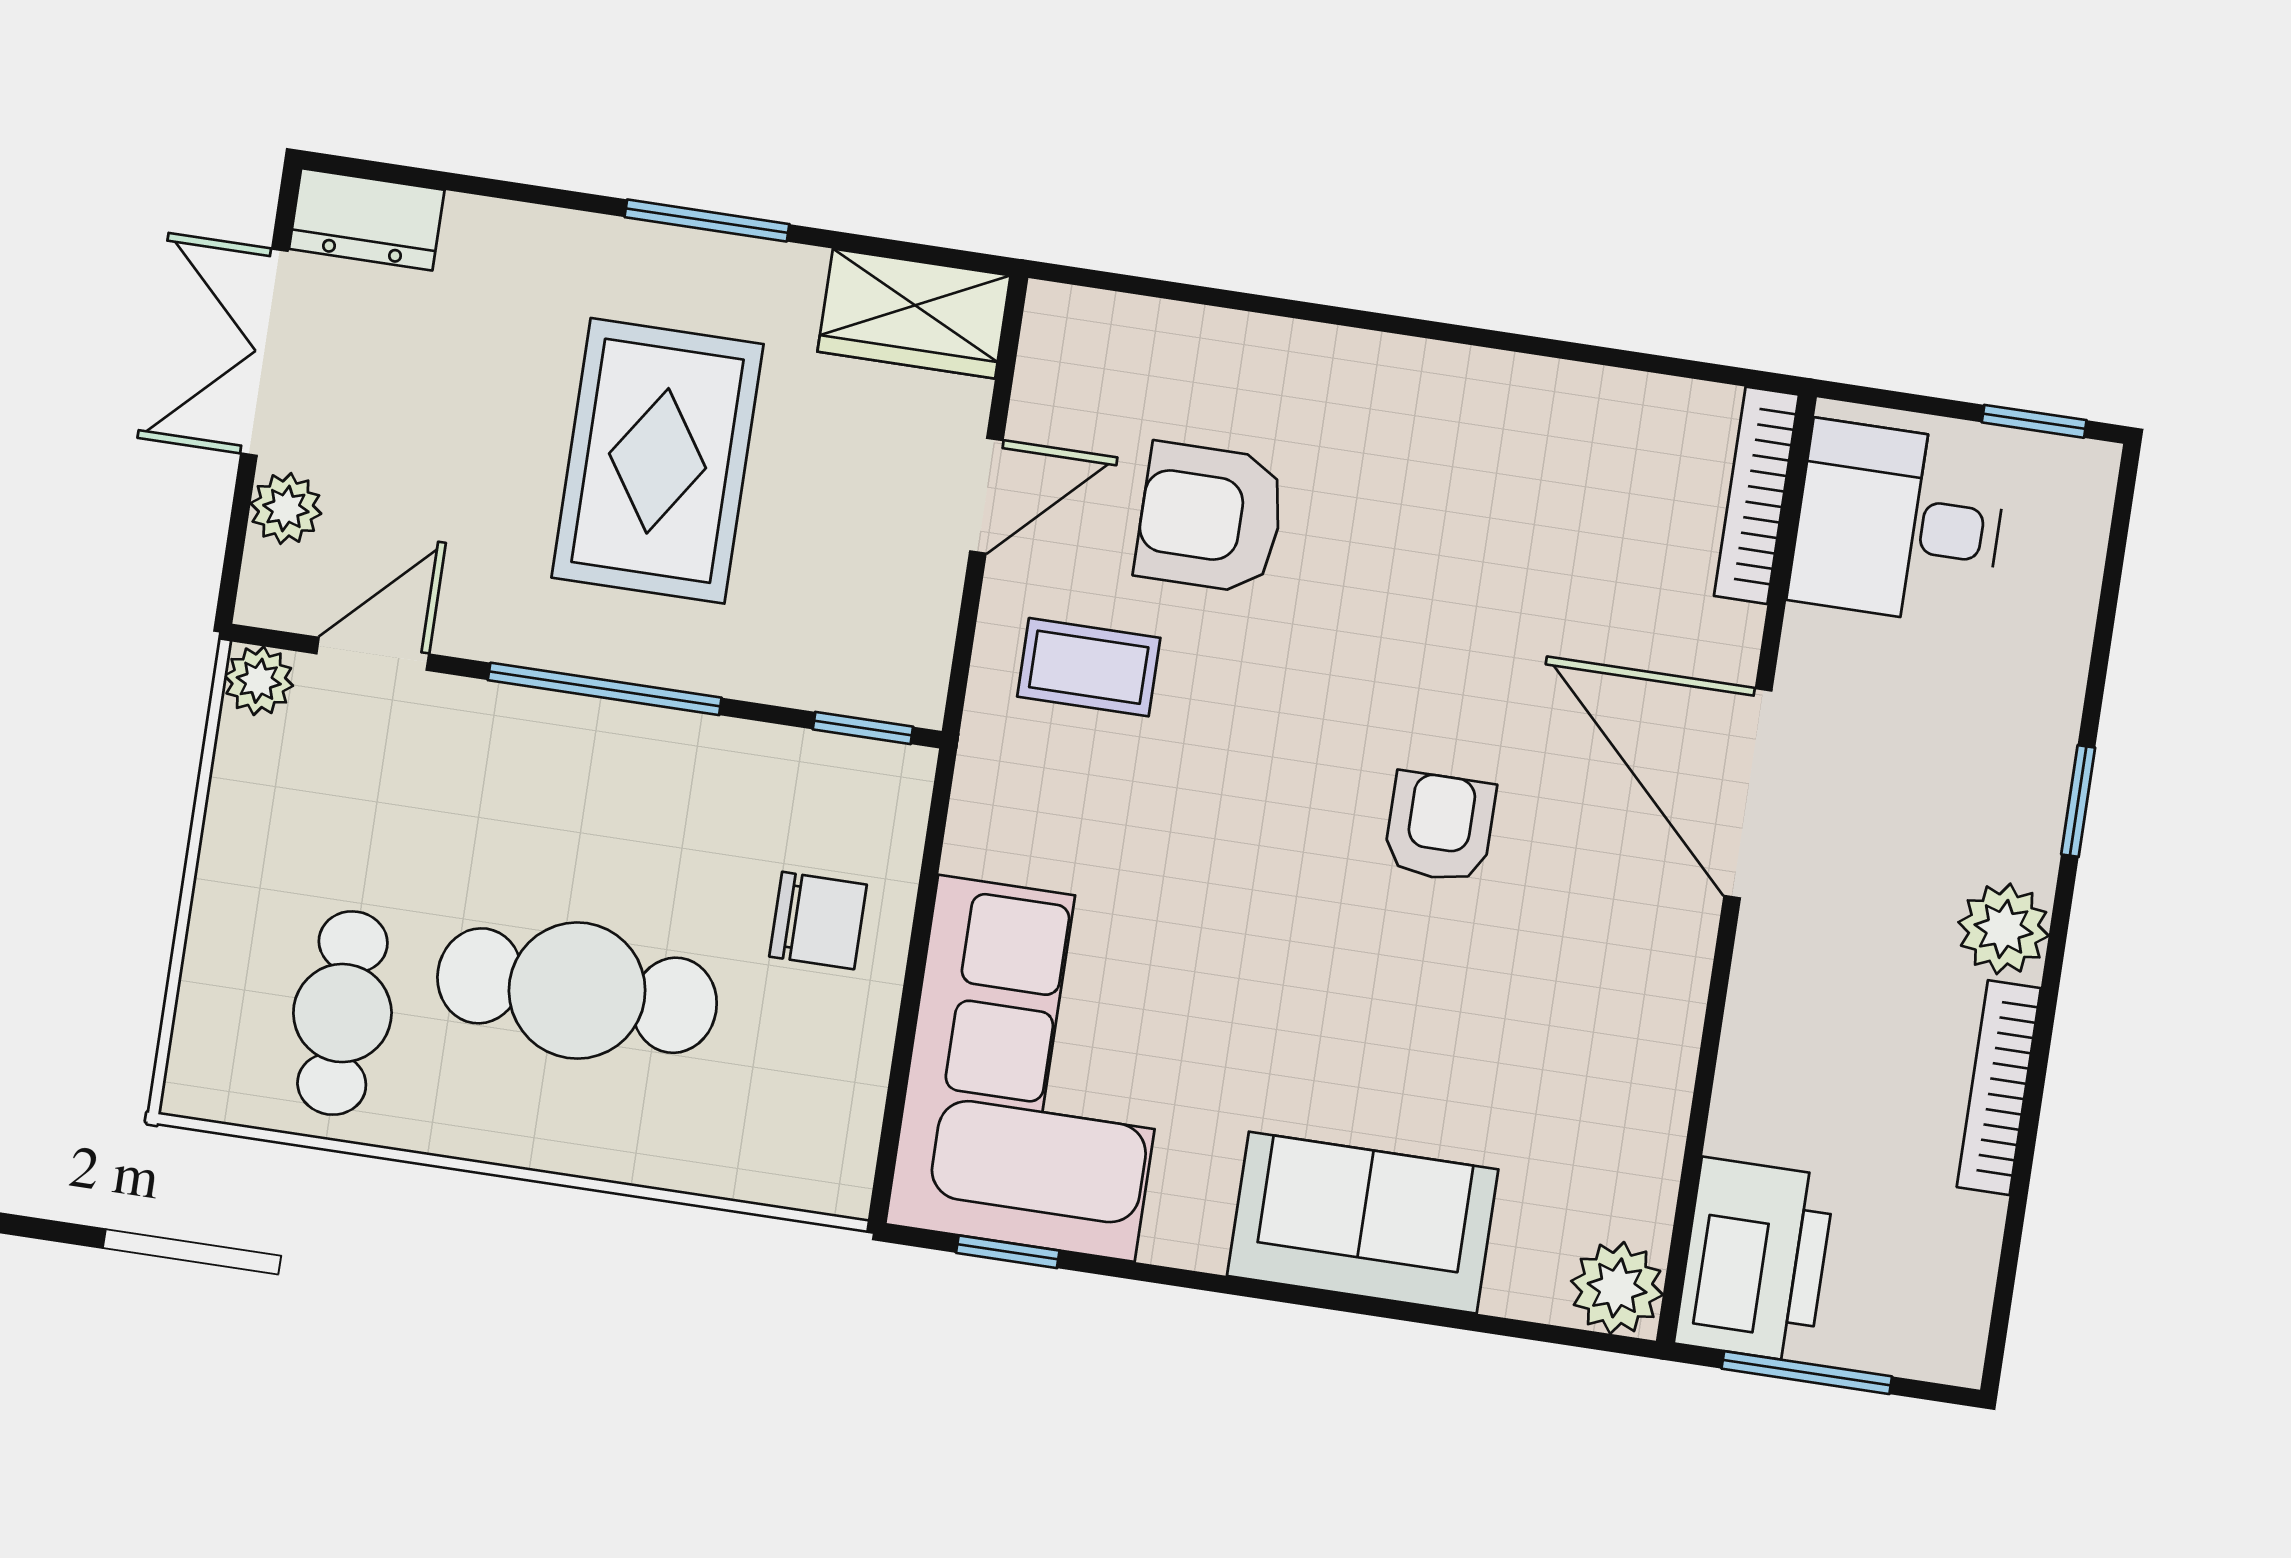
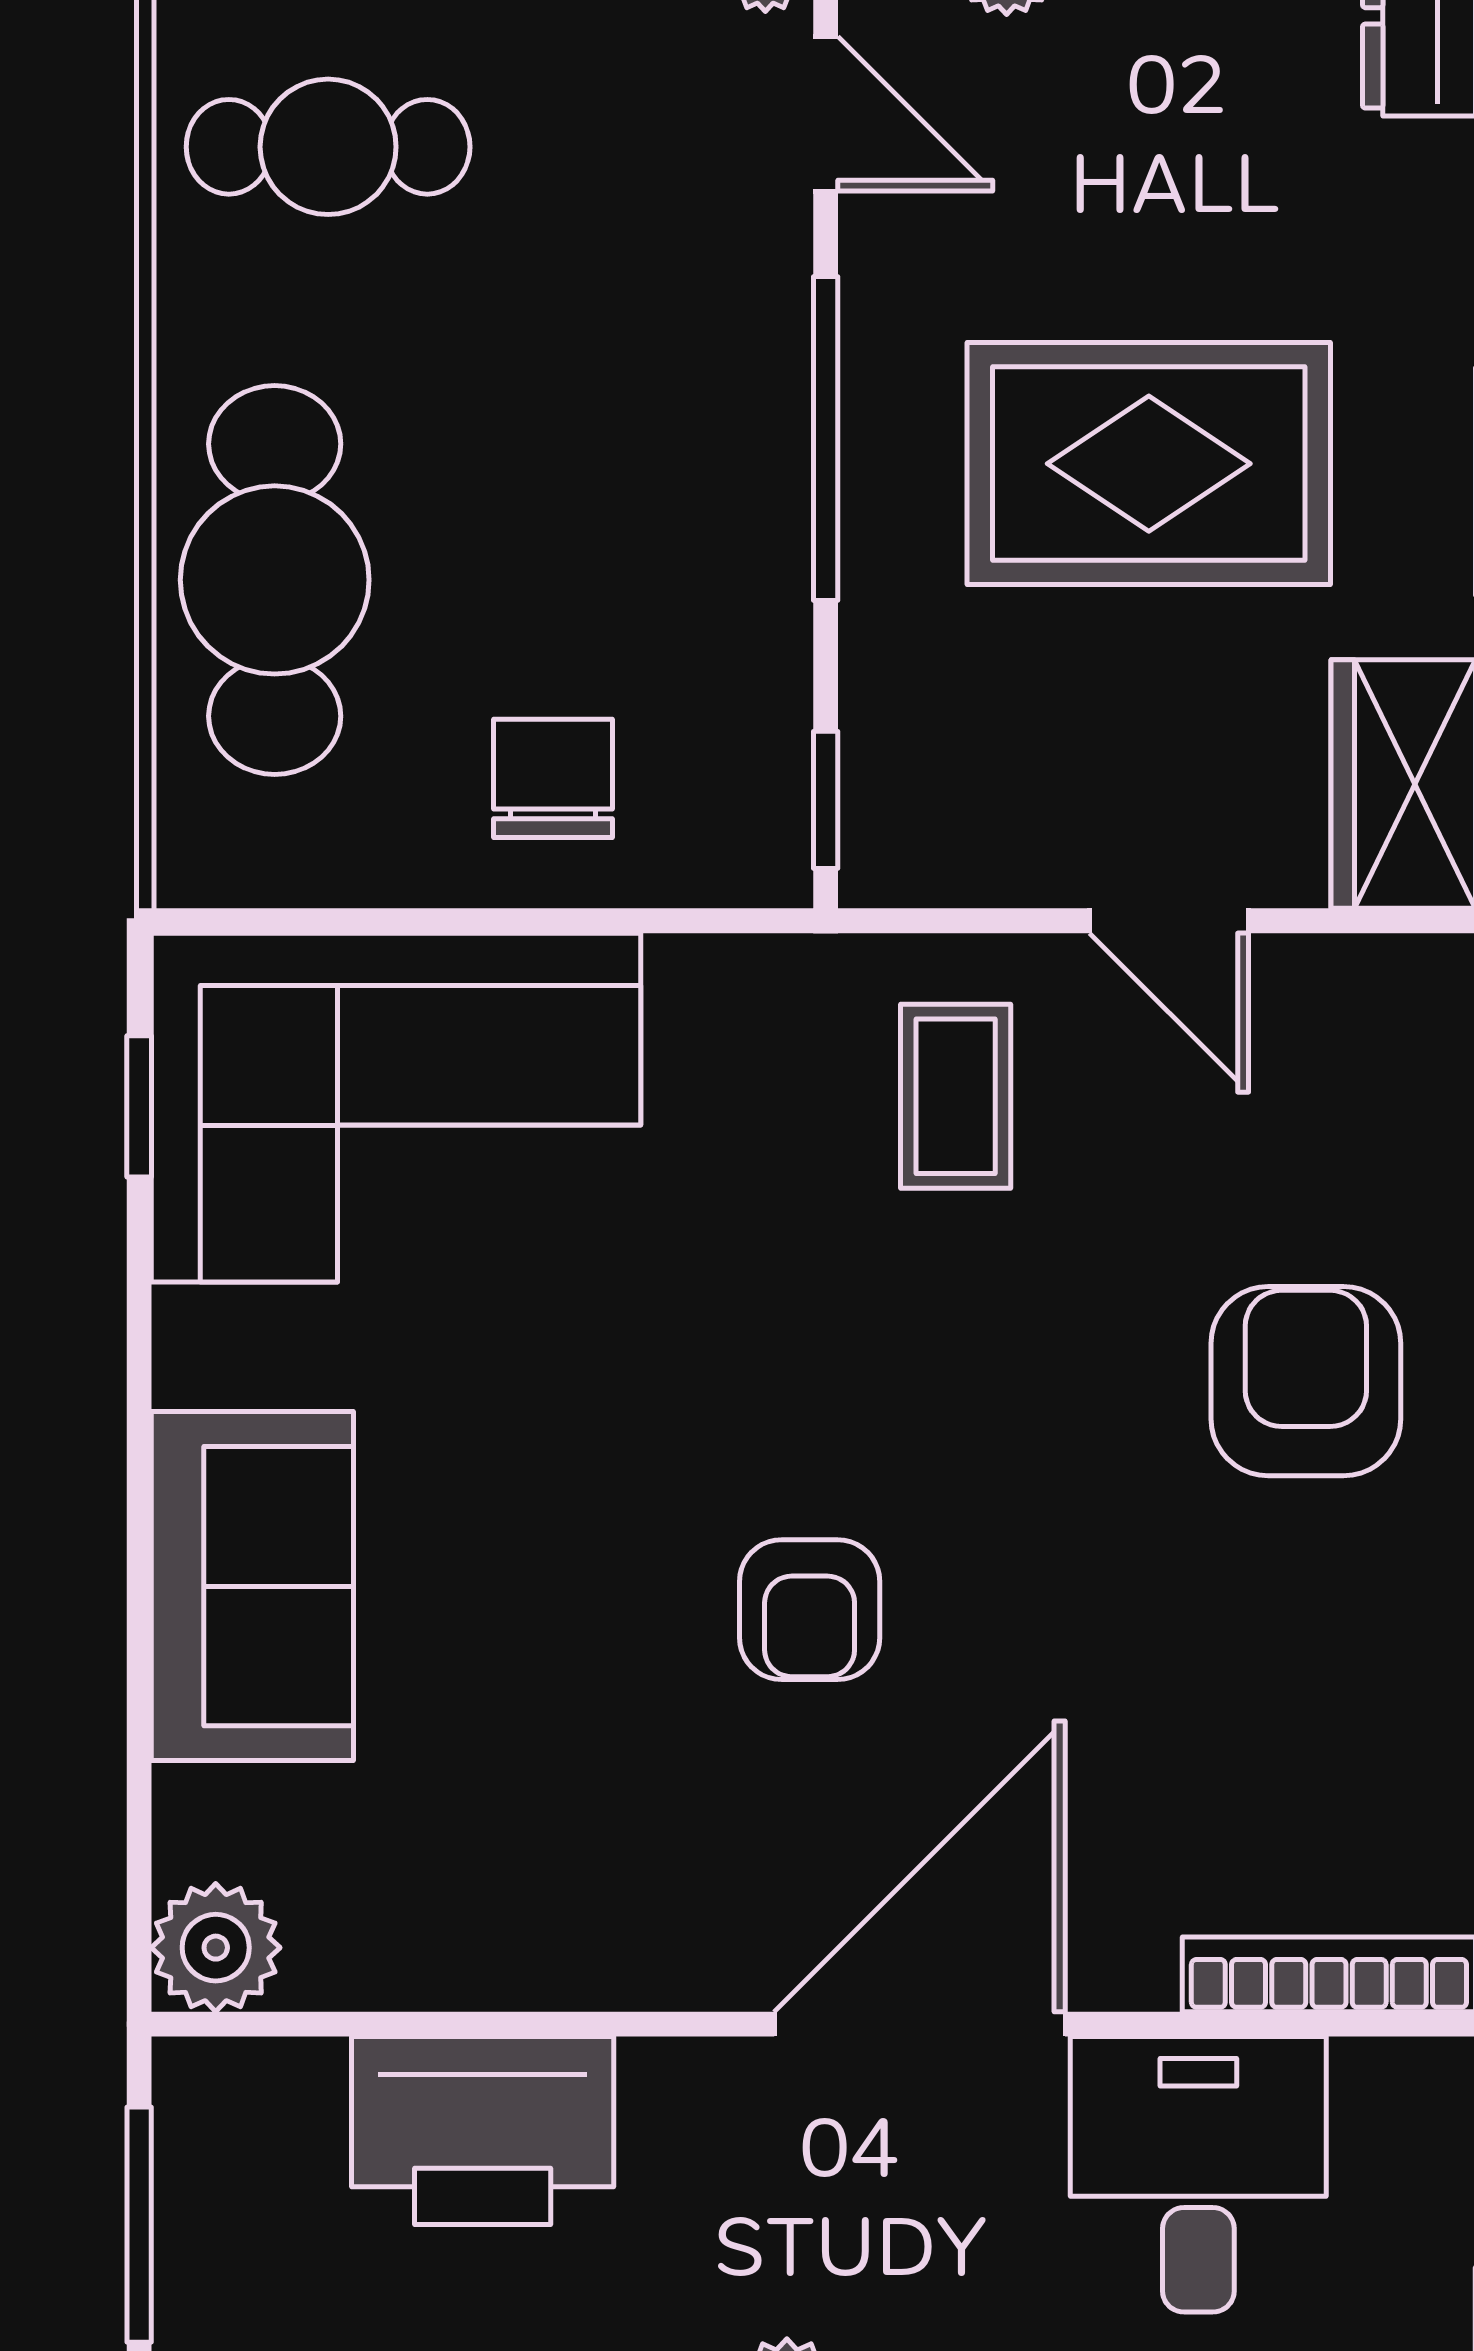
armchair: (1210, 518) -> (1306, 1381), moved
desk: (1898, 523) -> (1198, 2174), moved
armchair: (1440, 827) -> (810, 1610), turned 90
chair: (818, 921) -> (553, 778), turned 180
cafe table: (577, 991) -> (275, 580), moved
printer: (1755, 1260) -> (483, 2130), moved

